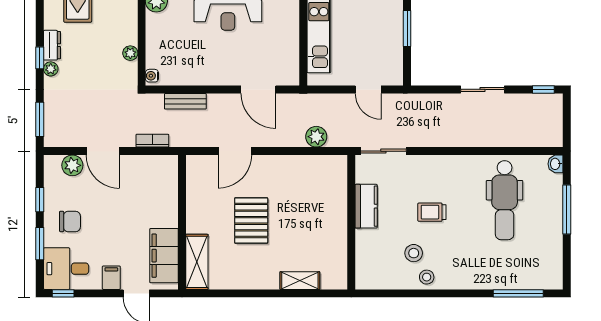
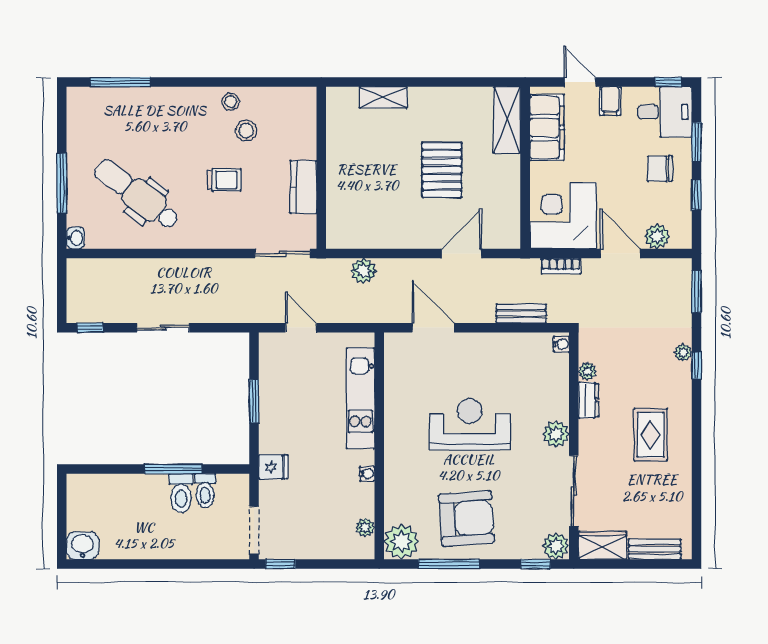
dresser: (52, 45) -> (589, 400), moved, turned 180
corner desk: (151, 182) -> (563, 216), added
dental chair: (505, 200) -> (137, 194), turned -53

